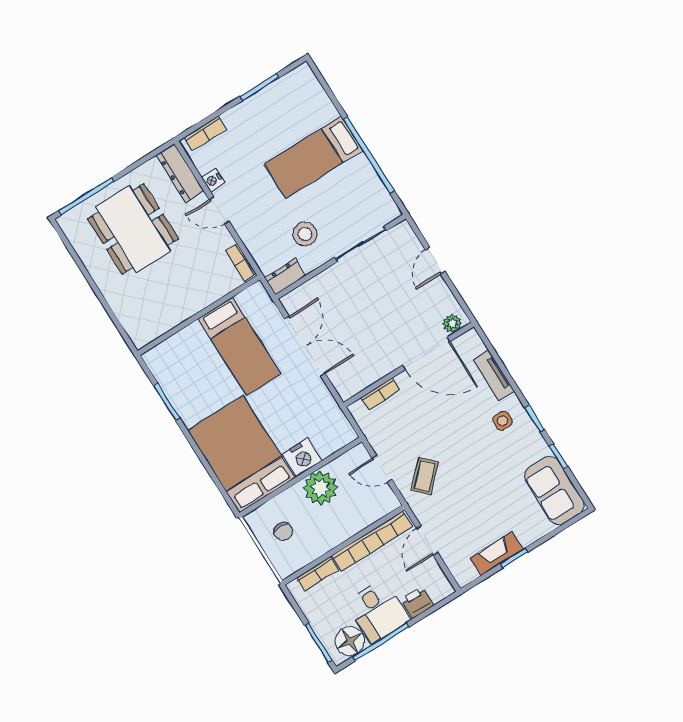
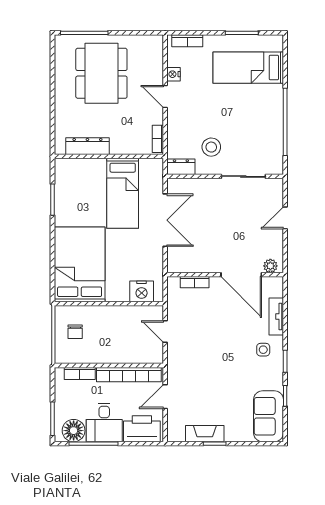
bed: (314, 157) -> (248, 68), moved
dresser: (180, 173) -> (87, 146), moved, turned 90
nightstand: (302, 457) -> (142, 291), moved
coffee table: (425, 476) -> (190, 354), removed
plant: (320, 488) -> (117, 319), removed
printer: (417, 602) -> (142, 429), width x1.87, depth x1.48

